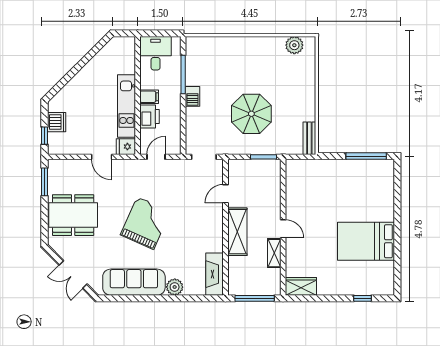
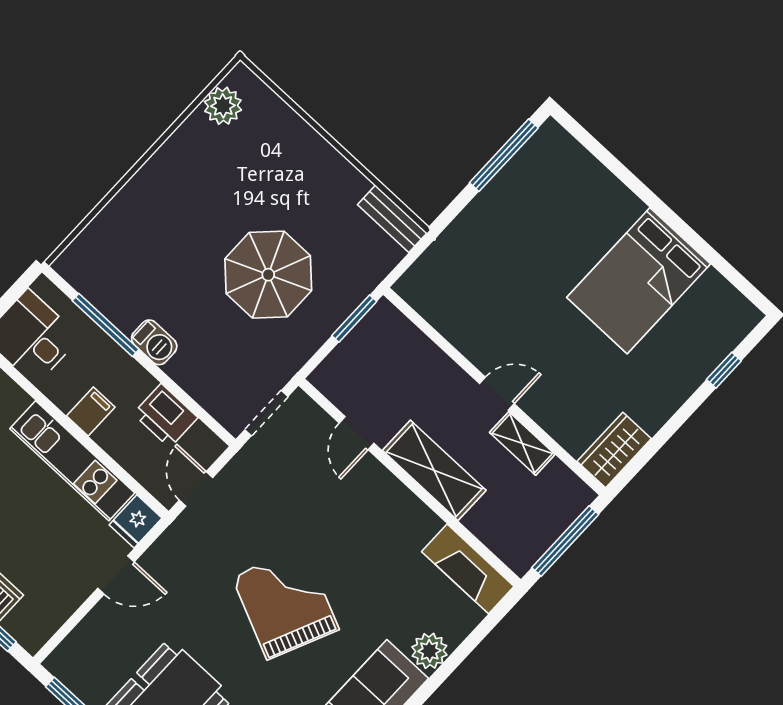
printer: (150, 117) -> (165, 416), moved, turned 180

